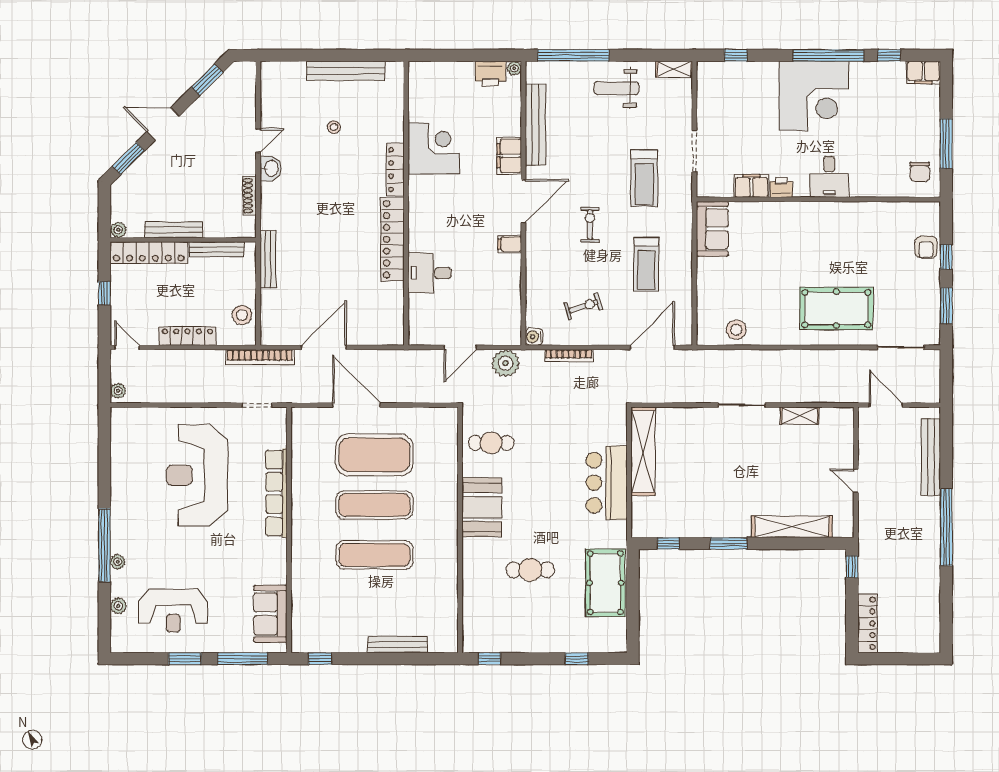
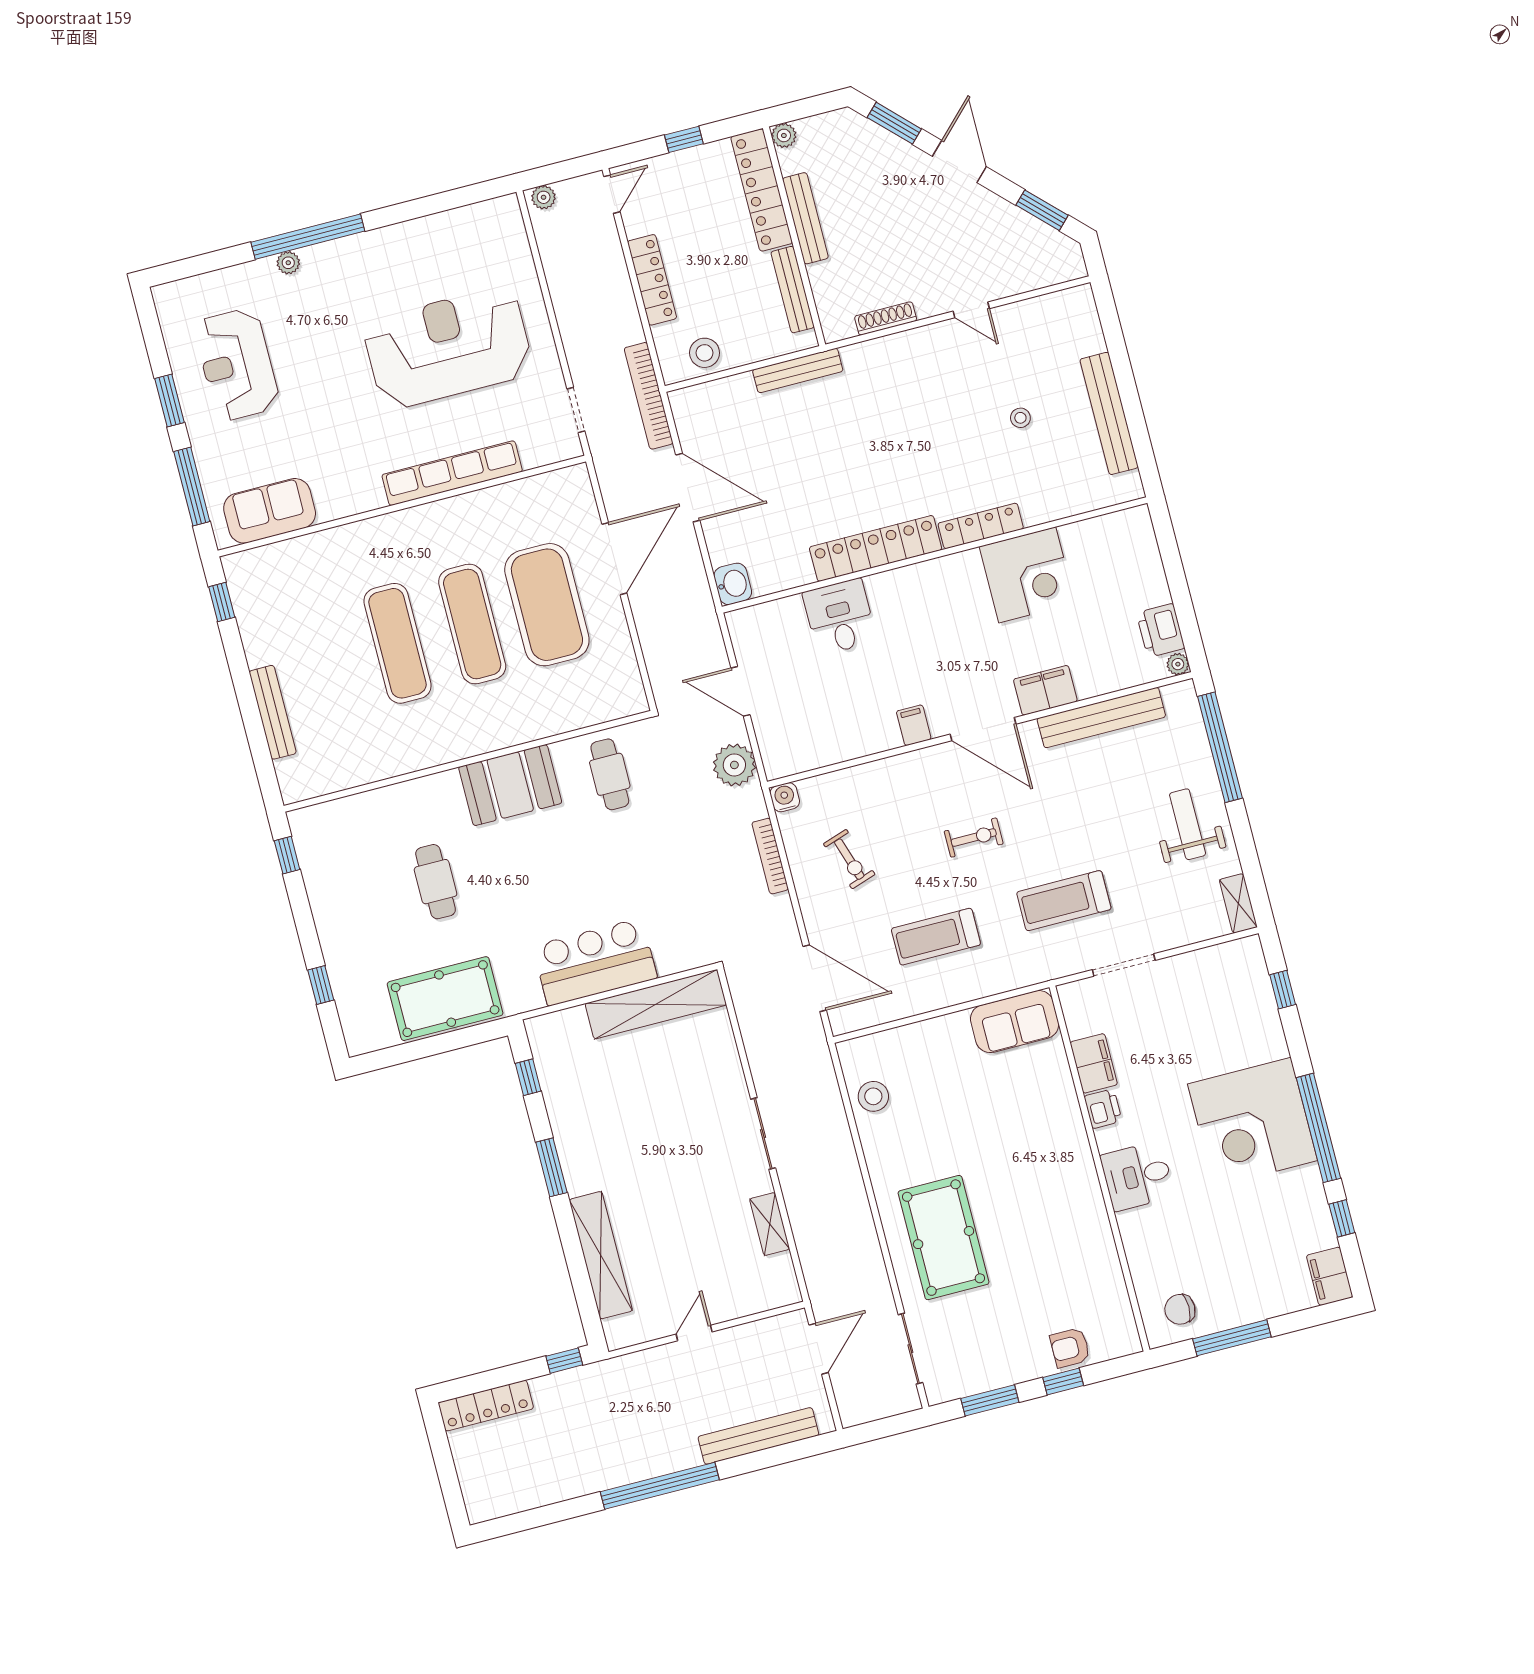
washbasin: (271, 168) -> (733, 584), moved, turned -90
plant: (118, 606) -> (223, 281), removed

